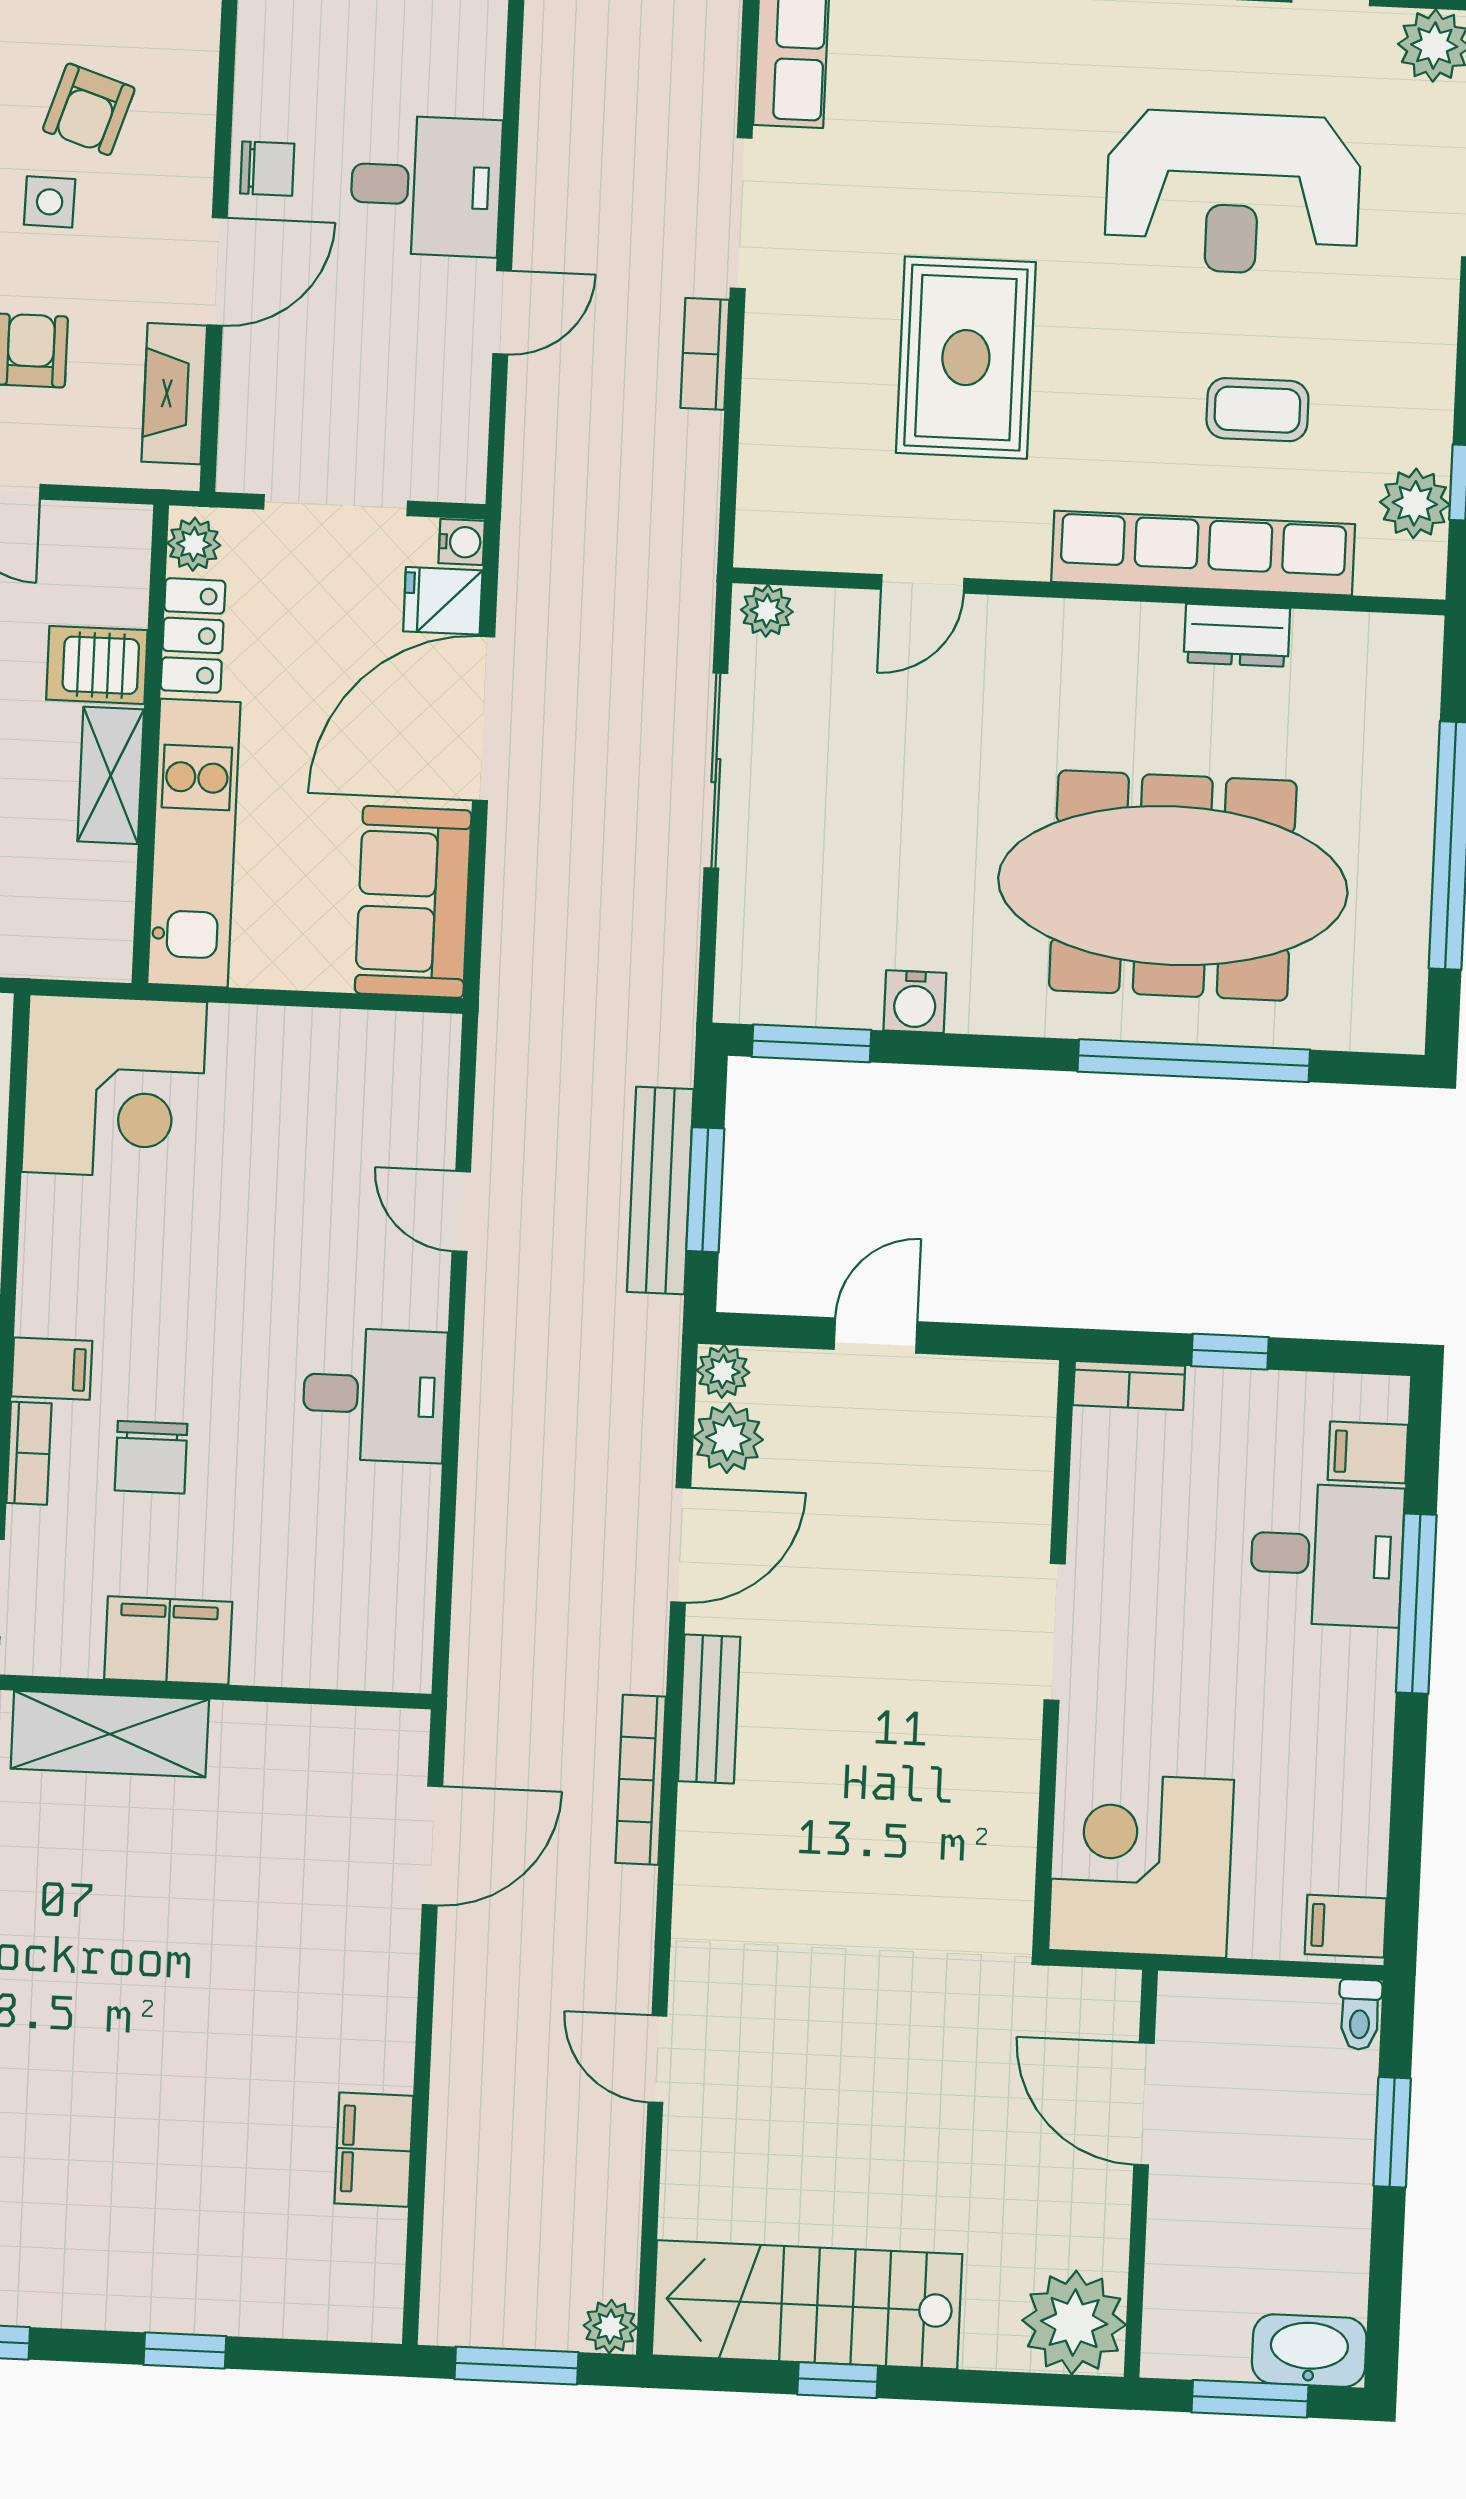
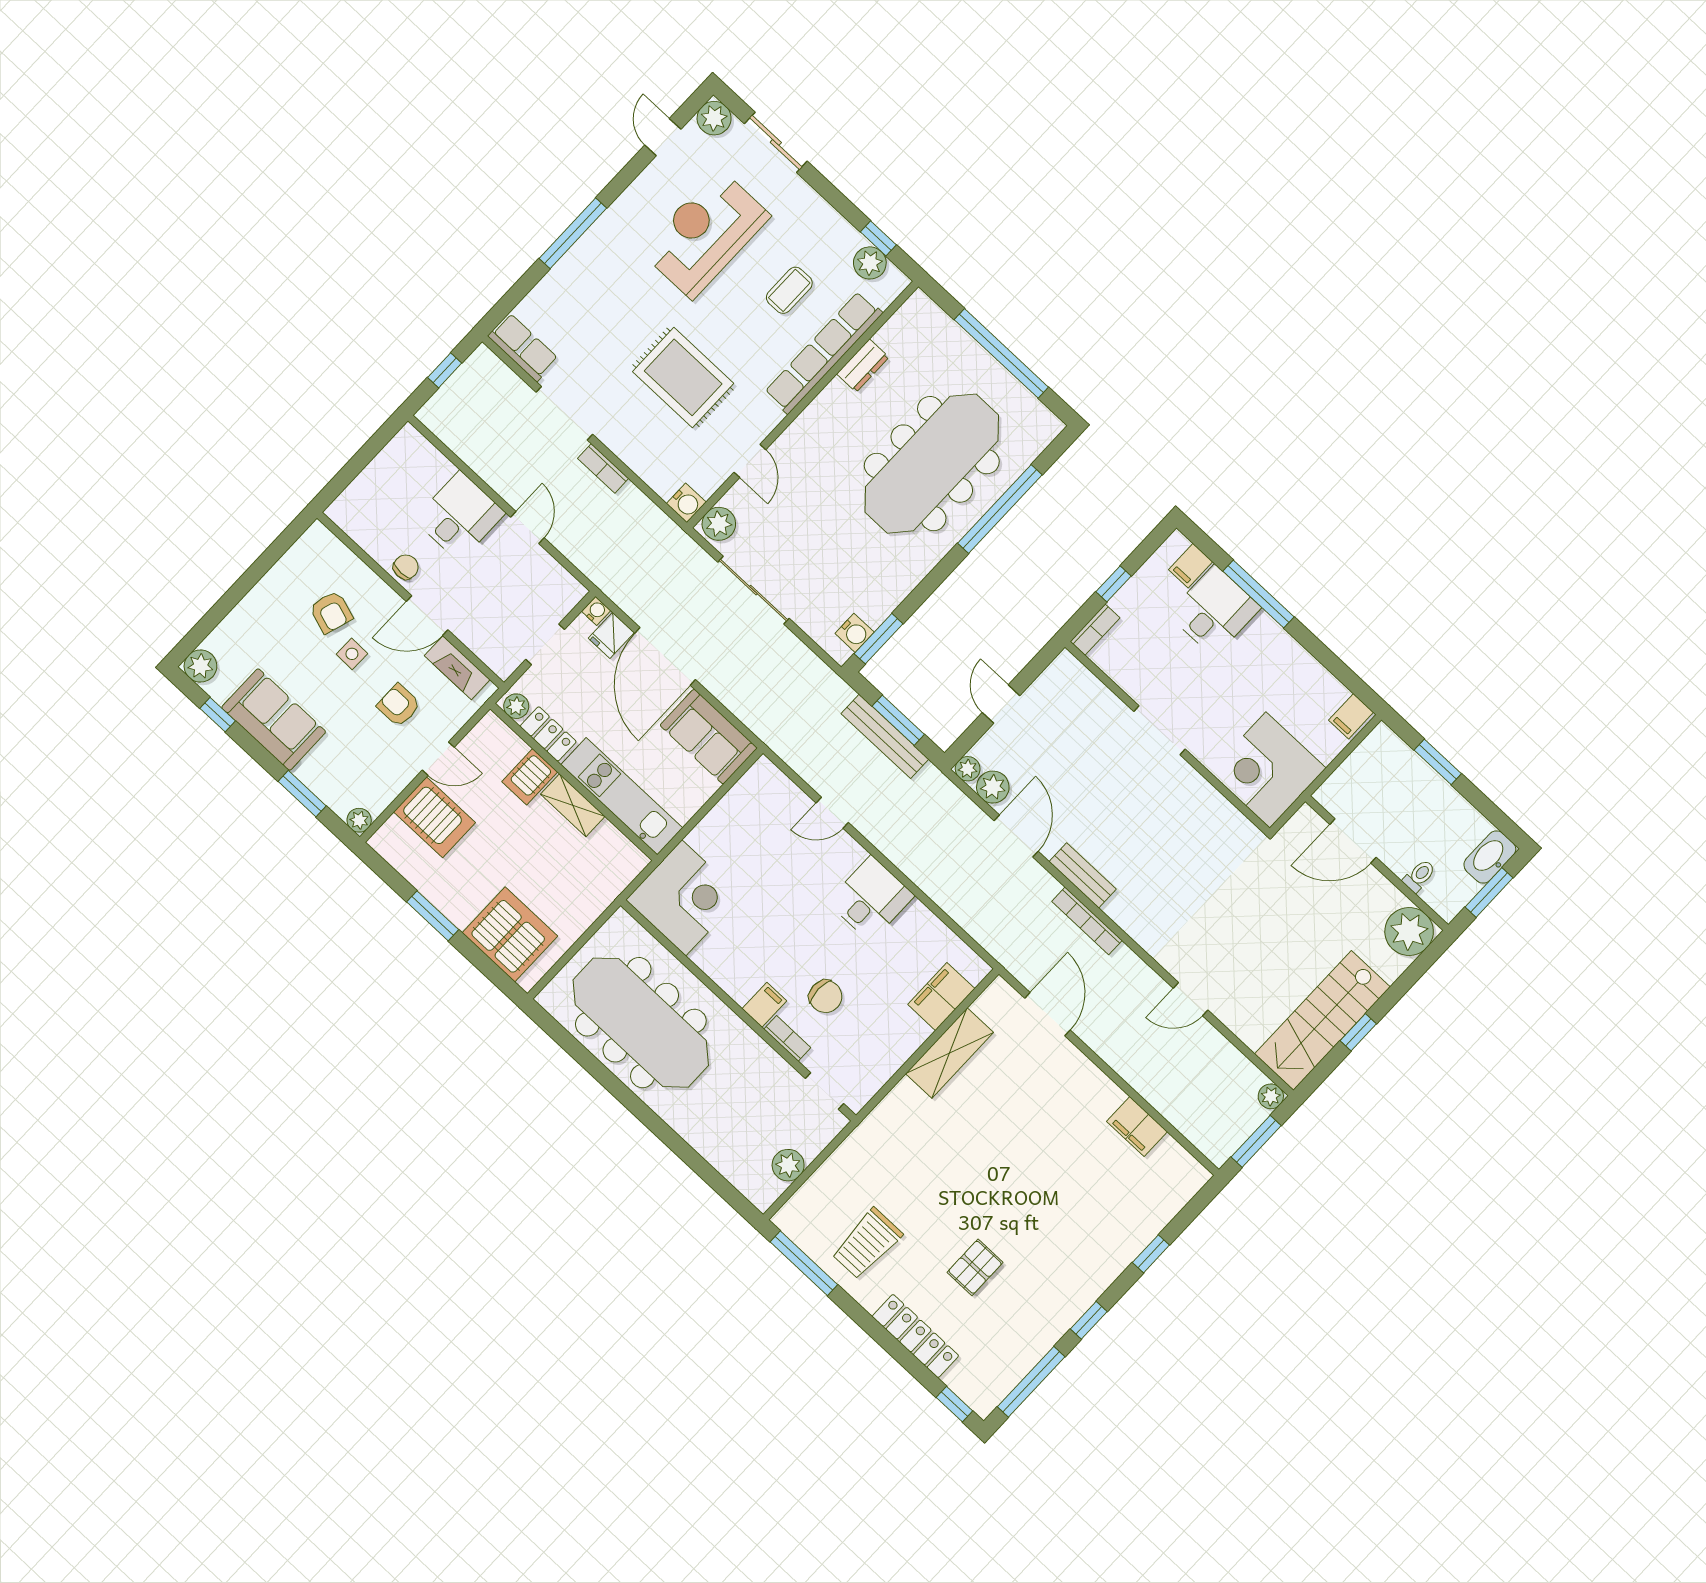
reception desk: (1233, 193) -> (705, 234), turned 180
door: (217, 272) -> (427, 616), swing flipped
doorway: (336, 505) -> (545, 644), width x0.73
water cooler: (765, 538) -> (686, 503), added
plant: (767, 611) -> (719, 524), width x1.38, depth x1.38
water cooler: (915, 1002) -> (855, 633), moved
filing cabinet: (168, 1640) -> (941, 997), moved
shelving: (110, 1734) -> (950, 1053), moved
toilet: (1360, 2015) -> (1419, 876), moved, turned -90

